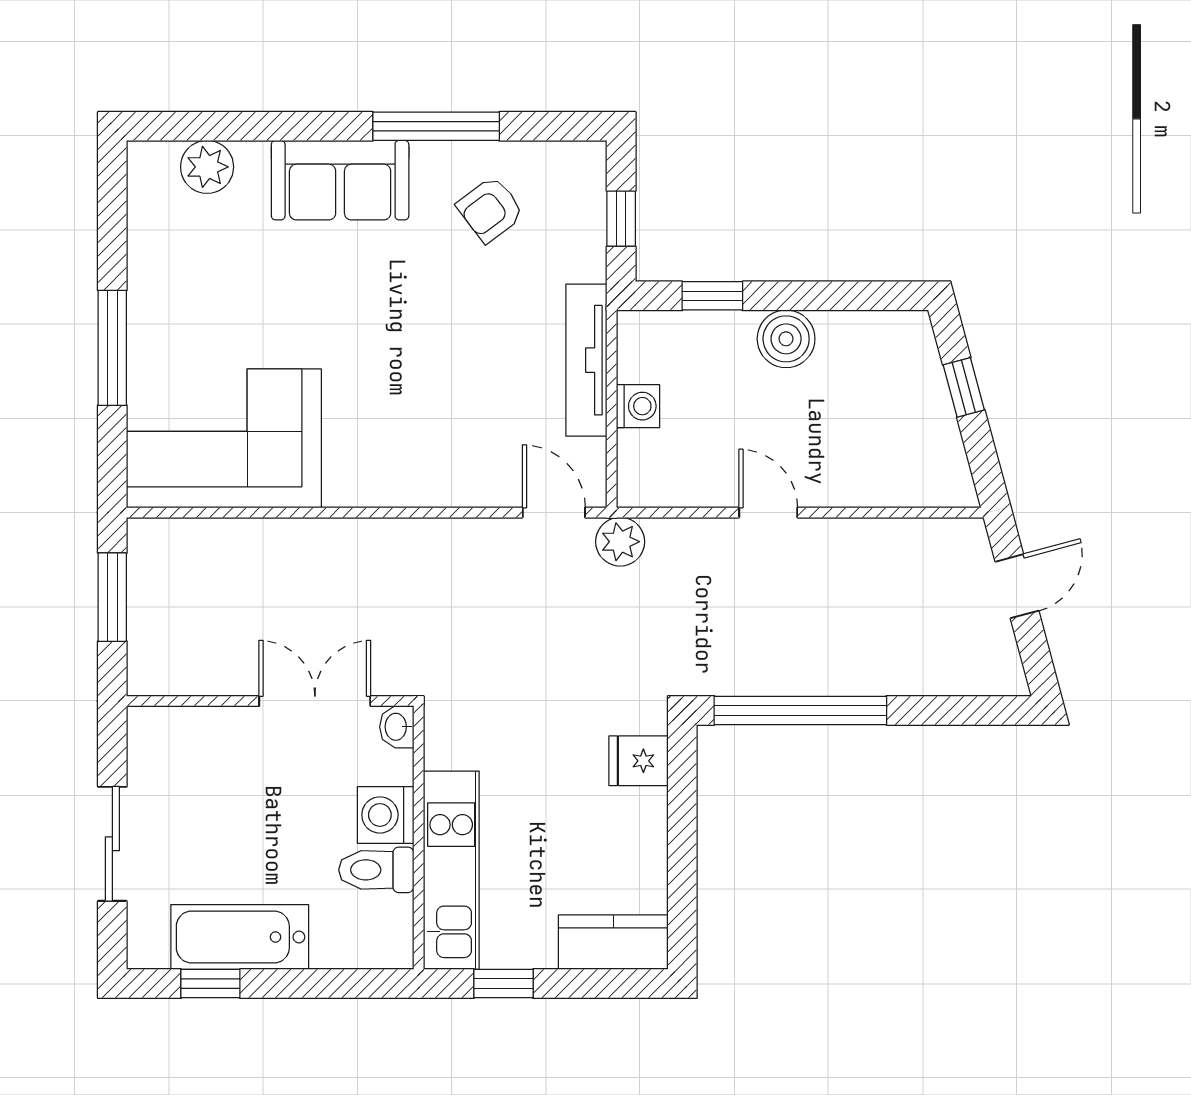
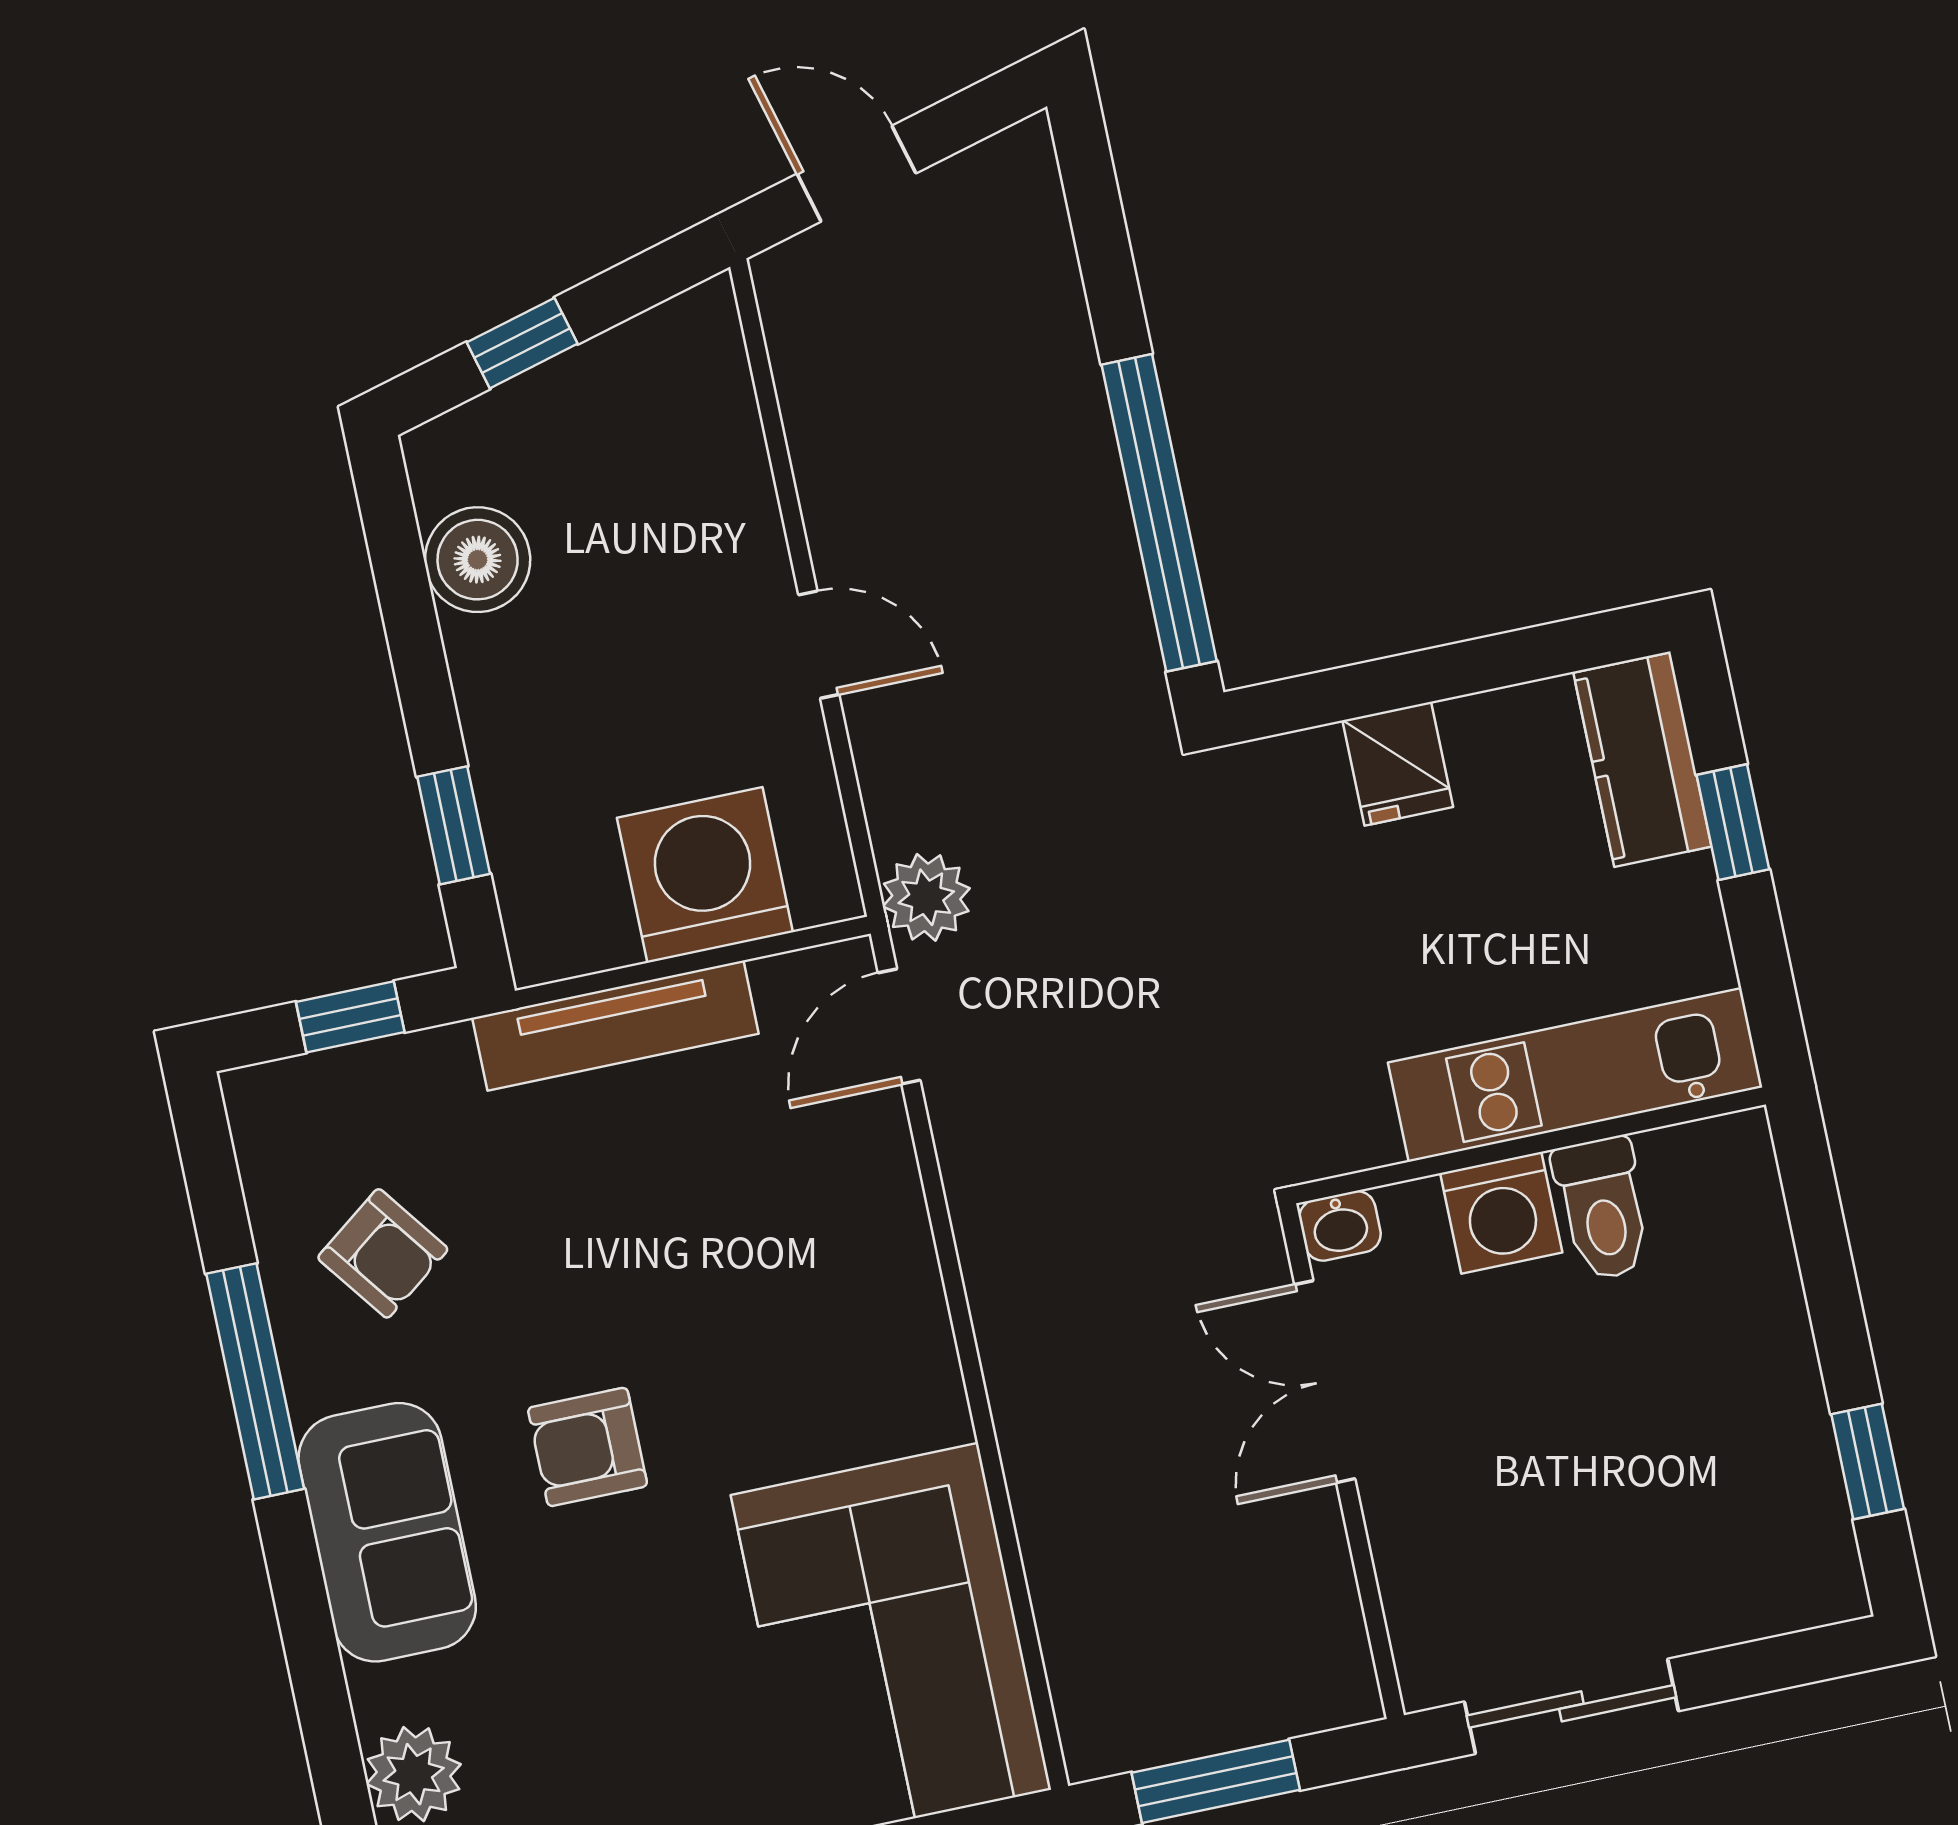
armchair: (363, 297) -> (588, 1447), added
boiler: (786, 339) -> (478, 560), moved
washing machine: (638, 406) -> (705, 875), width x1.89, depth x1.89
door: (768, 513) -> (819, 645), swing flipped
fridge: (639, 761) -> (1398, 764), moved
sliding door: (112, 844) -> (1571, 1706), moved
bathtub: (240, 937) -> (1773, 1427), removed
window: (504, 984) -> (1733, 822), moved

